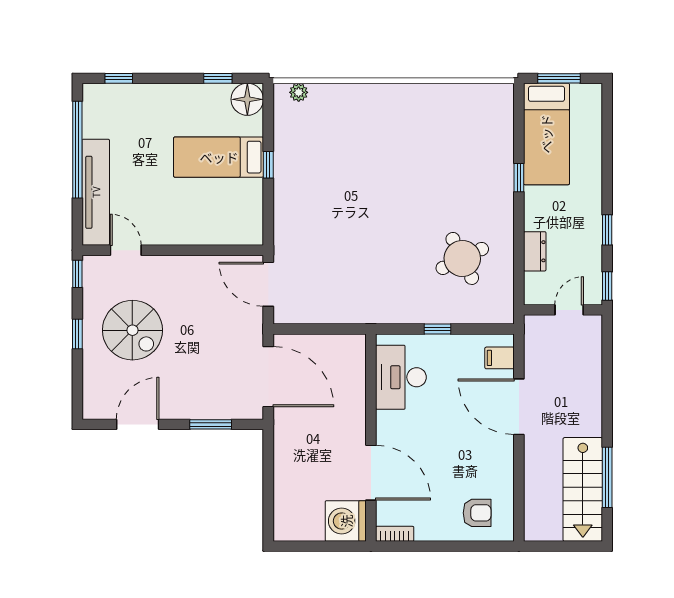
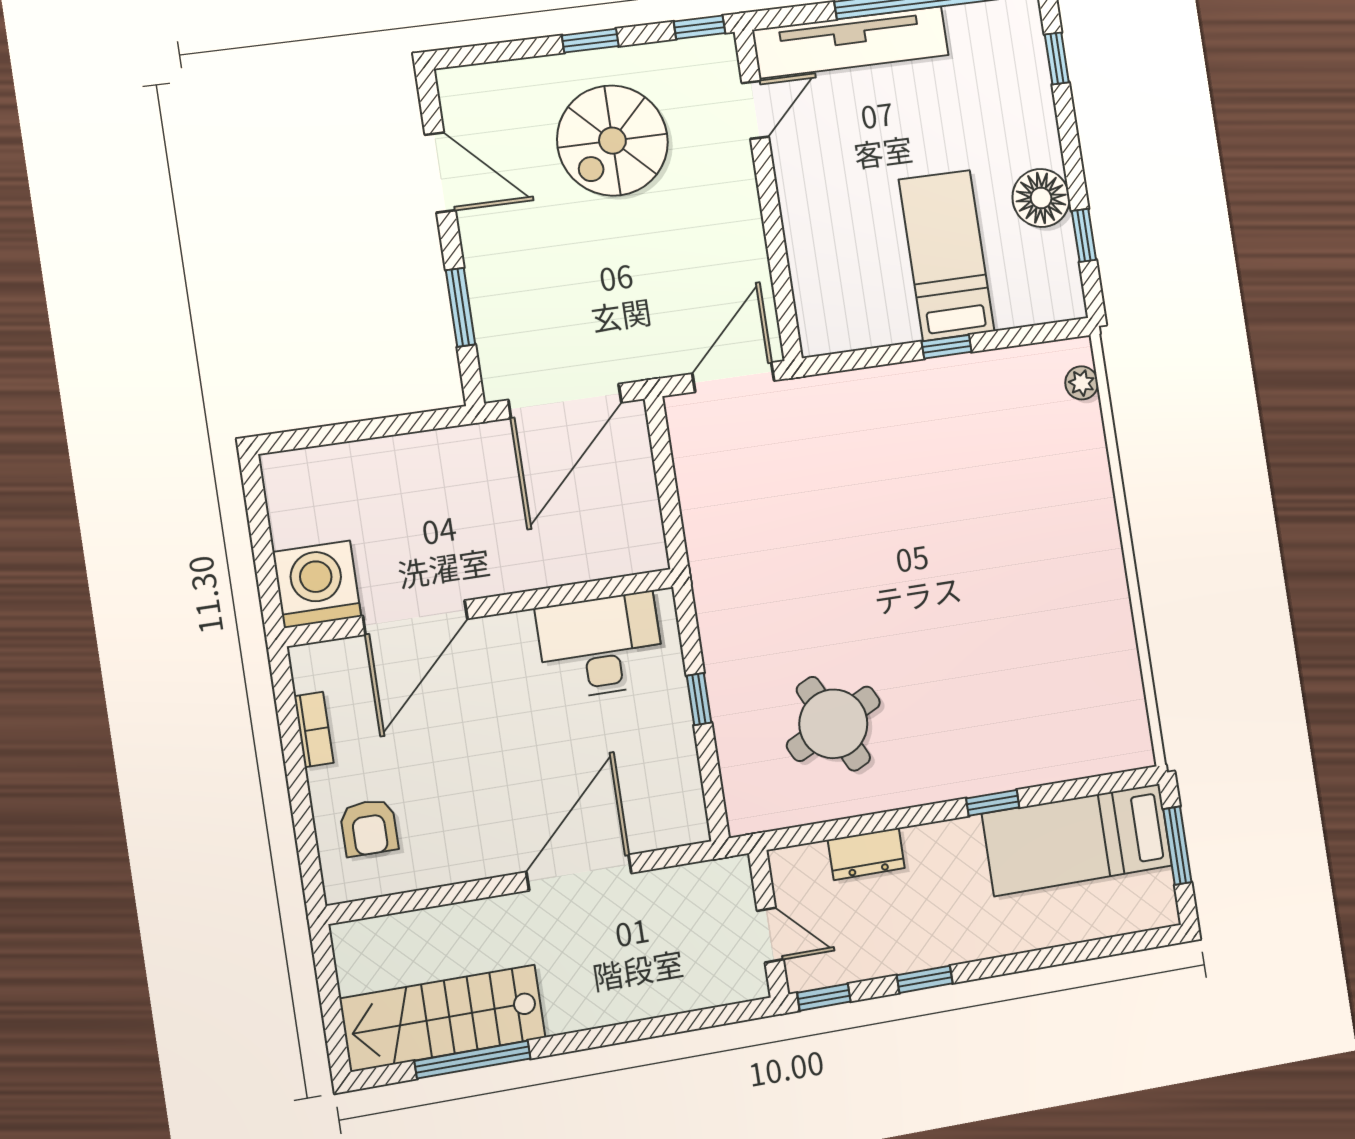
floor lamp: (247, 99) -> (1041, 198), moved
filing cabinet: (500, 358) -> (663, 822), removed
bookcase: (395, 534) -> (314, 730), moved

